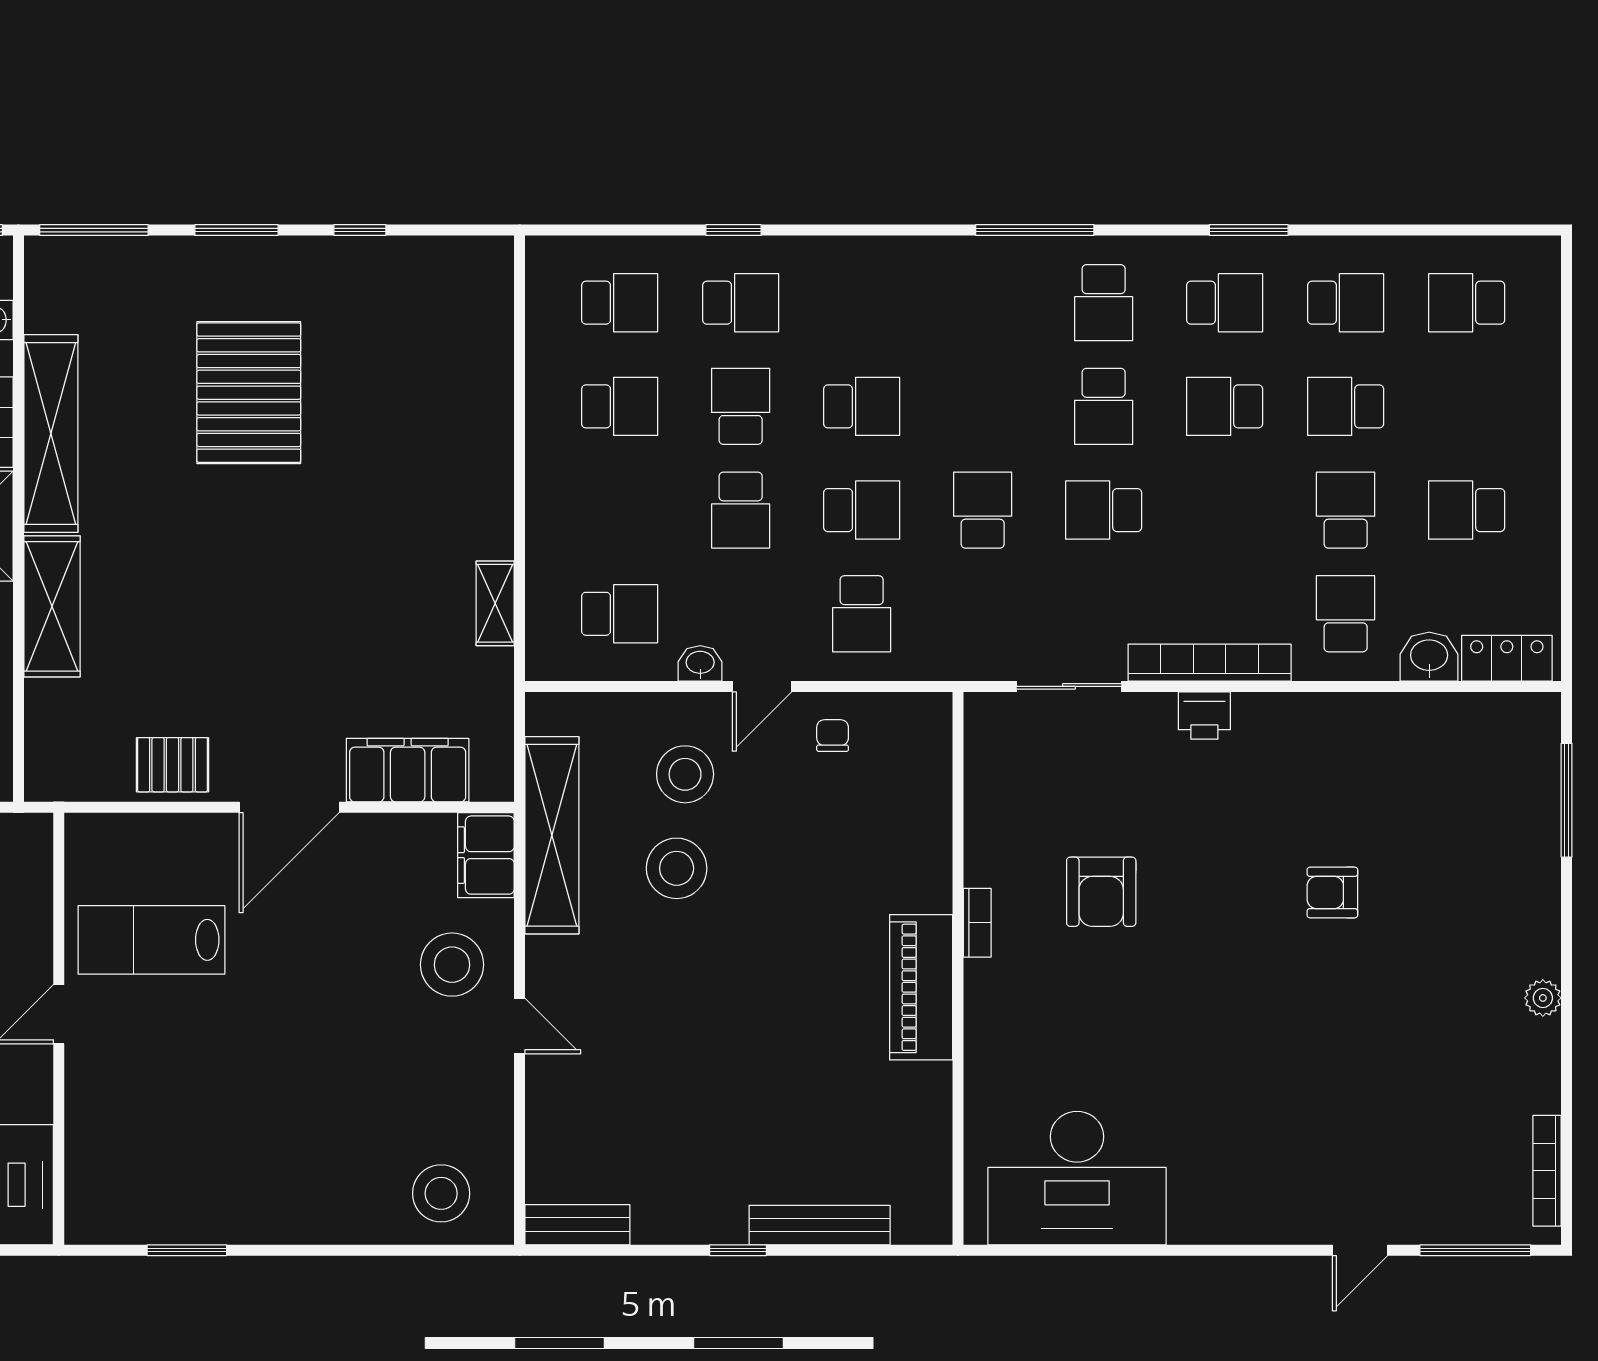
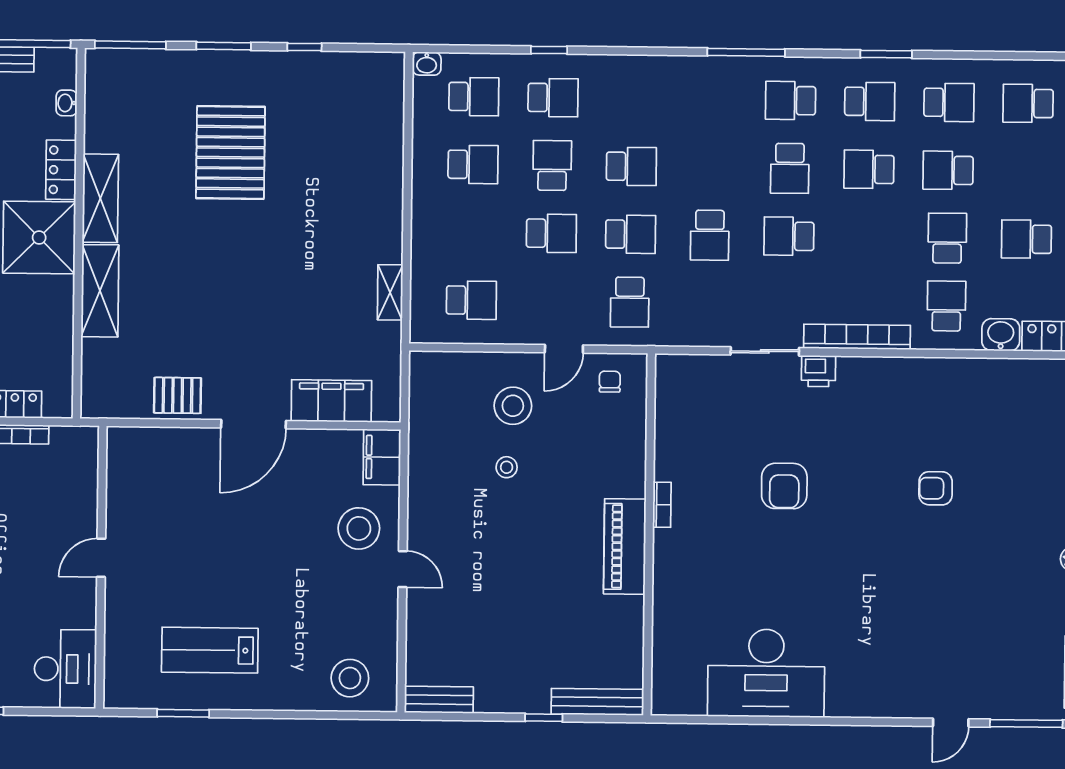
school desk: (1104, 303) -> (791, 100), turned 90
shelving: (51, 434) -> (100, 198), width x0.68
school desk: (741, 510) -> (551, 233), turned -90
school desk: (983, 510) -> (710, 235), turned 180
washbasin: (700, 663) -> (427, 64), moved, turned 180
printer: (1204, 716) -> (818, 371), moved
shelving: (552, 835) -> (425, 445), removed
stool: (677, 868) -> (507, 467), width x0.53, depth x0.53
bookcase: (977, 923) -> (662, 505), moved
lab bench: (151, 940) -> (210, 650), moved
wall: (958, 968) -> (649, 534), moved
piano: (921, 987) -> (625, 547), moved

